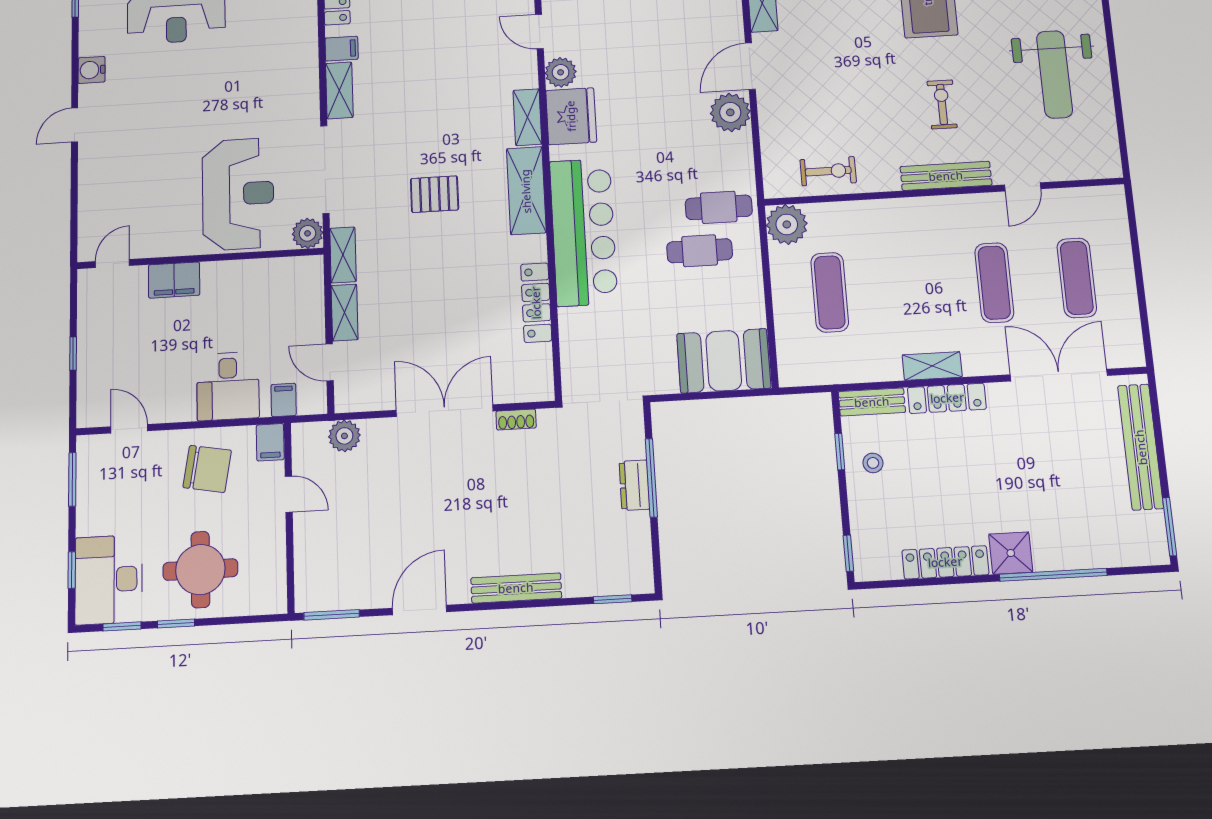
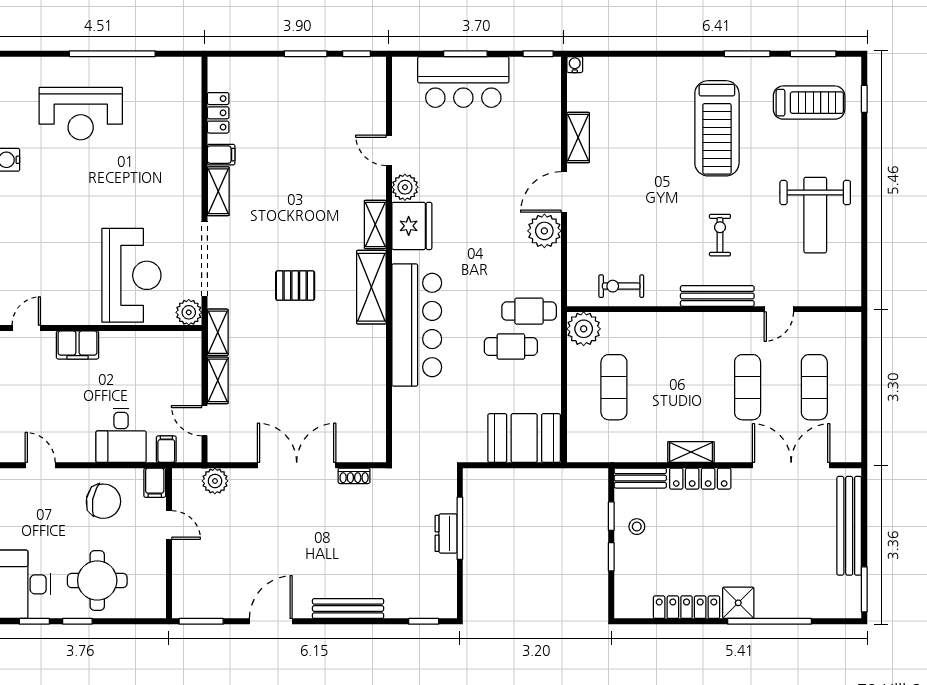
exercise bike: (828, 171) -> (621, 286), turned 180
locker: (536, 303) -> (375, 381), removed
window: (848, 553) -> (611, 557), moved

